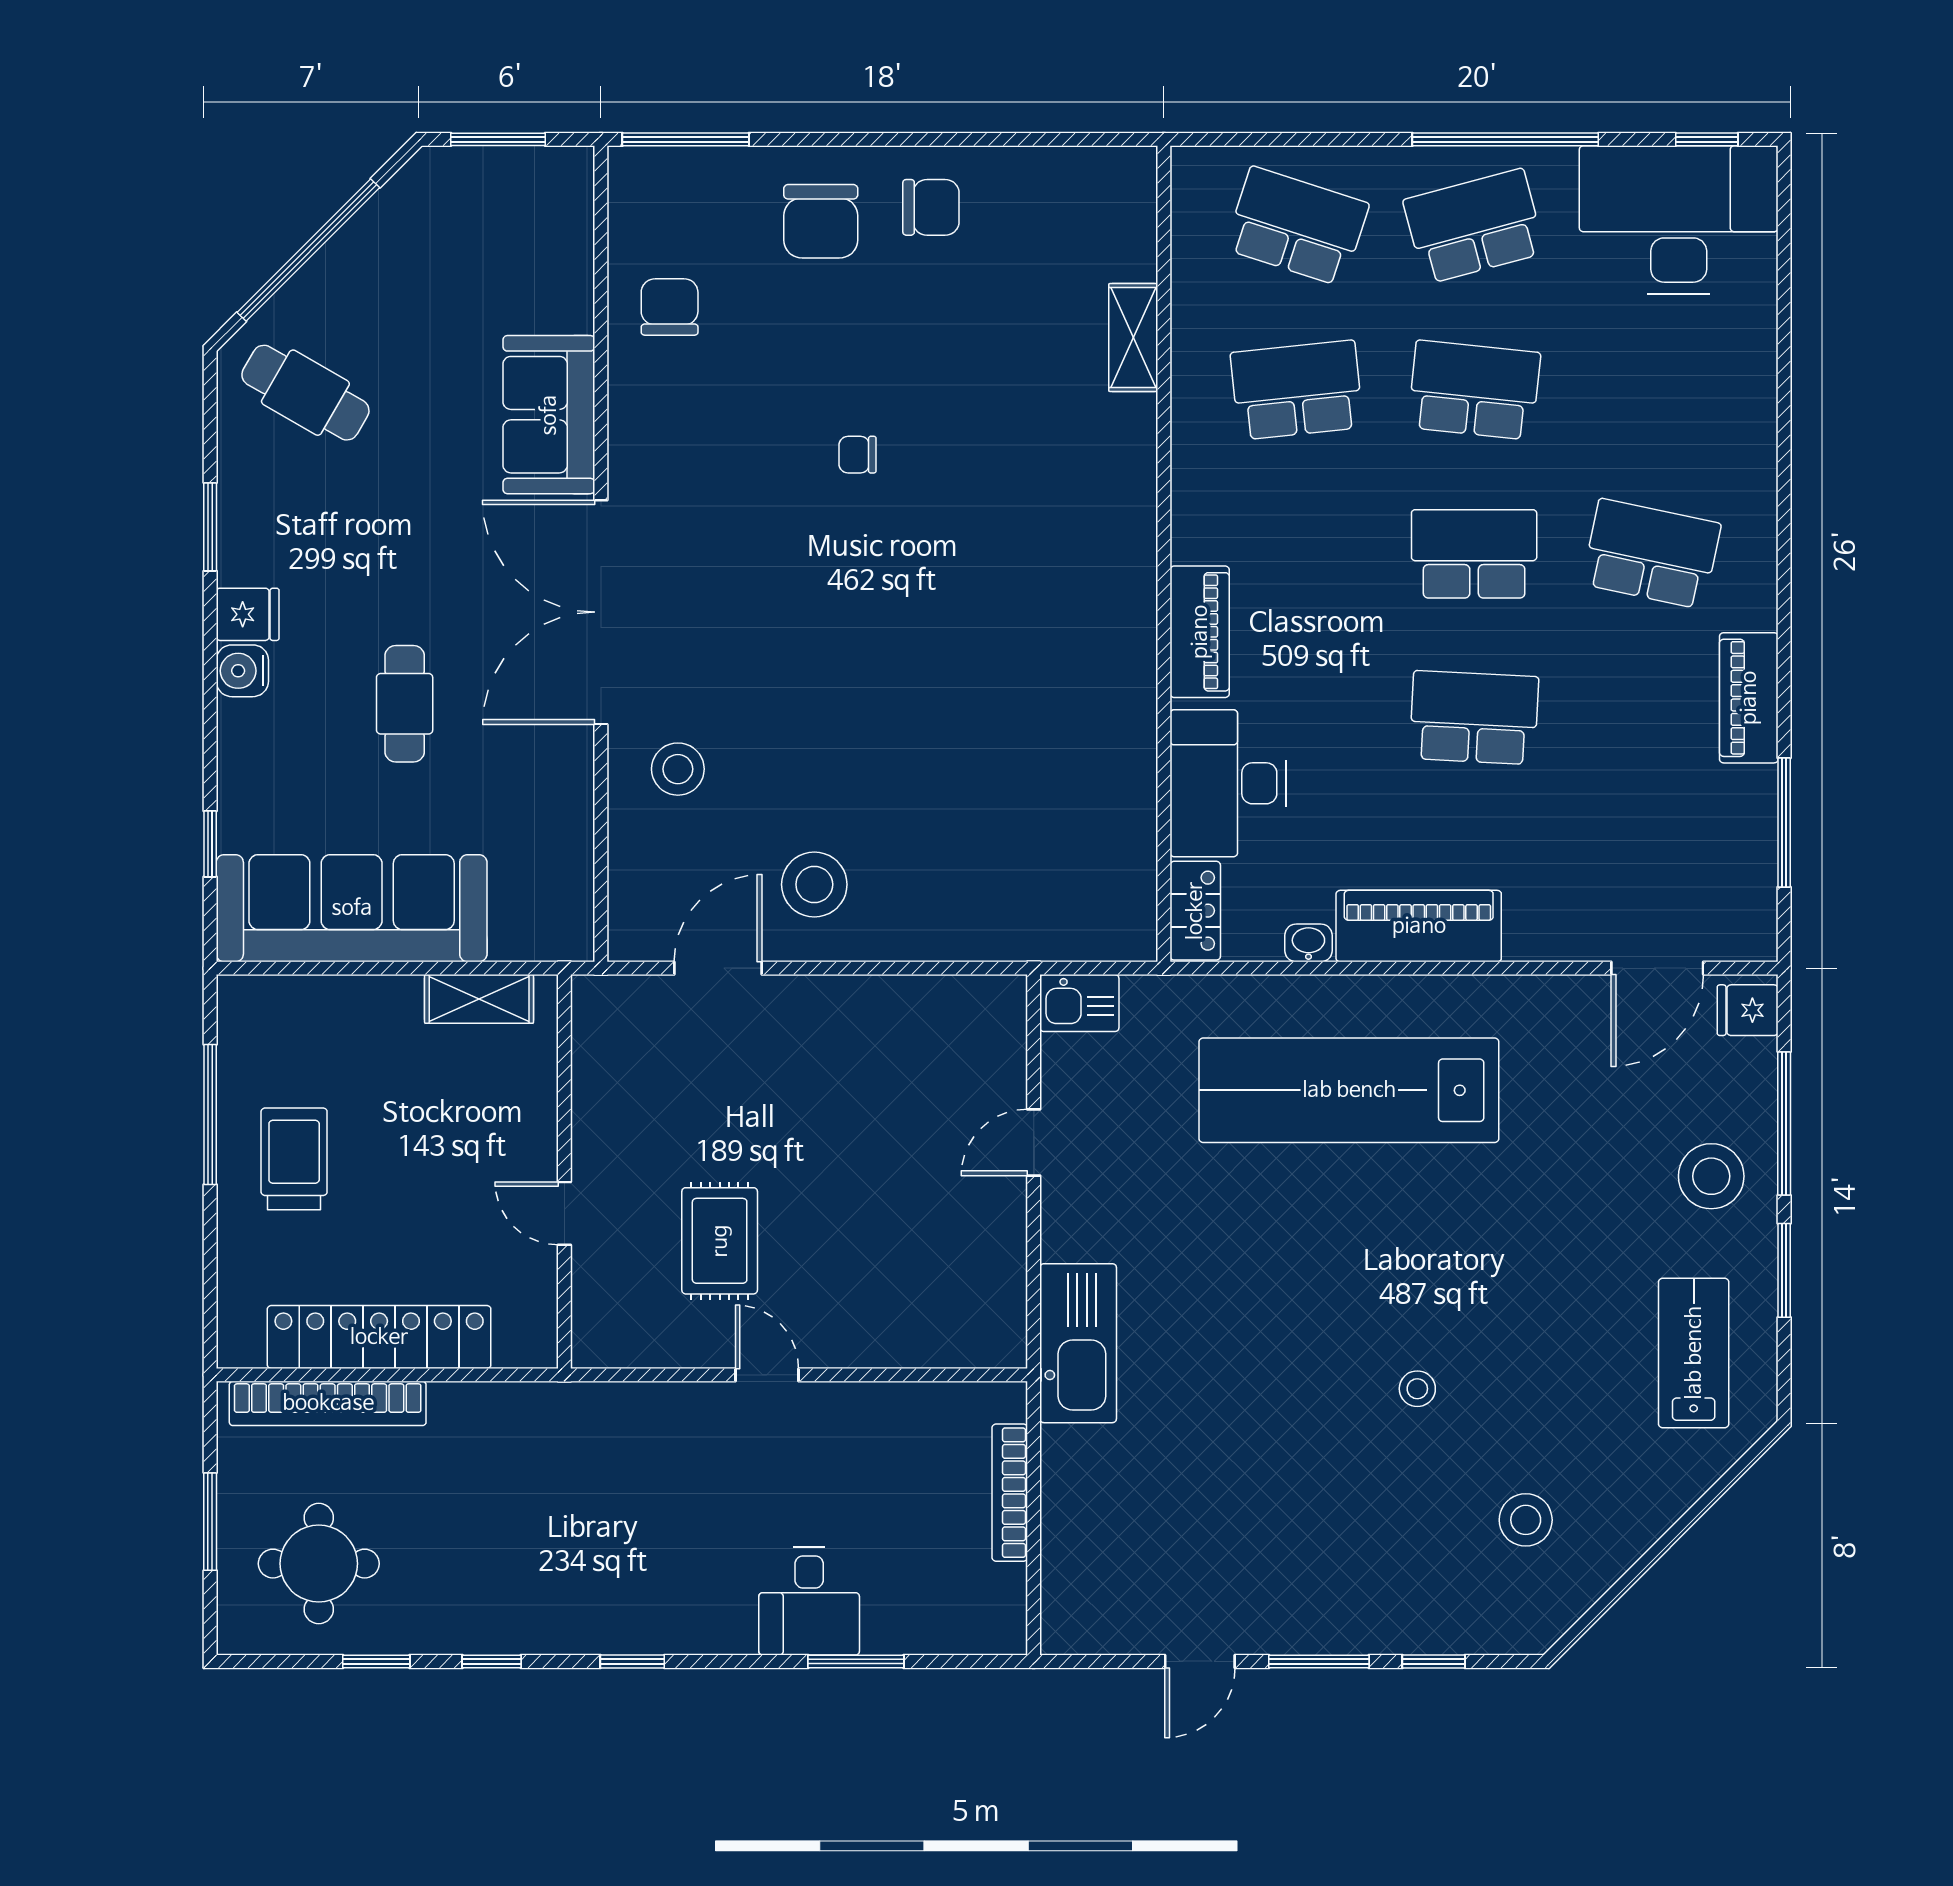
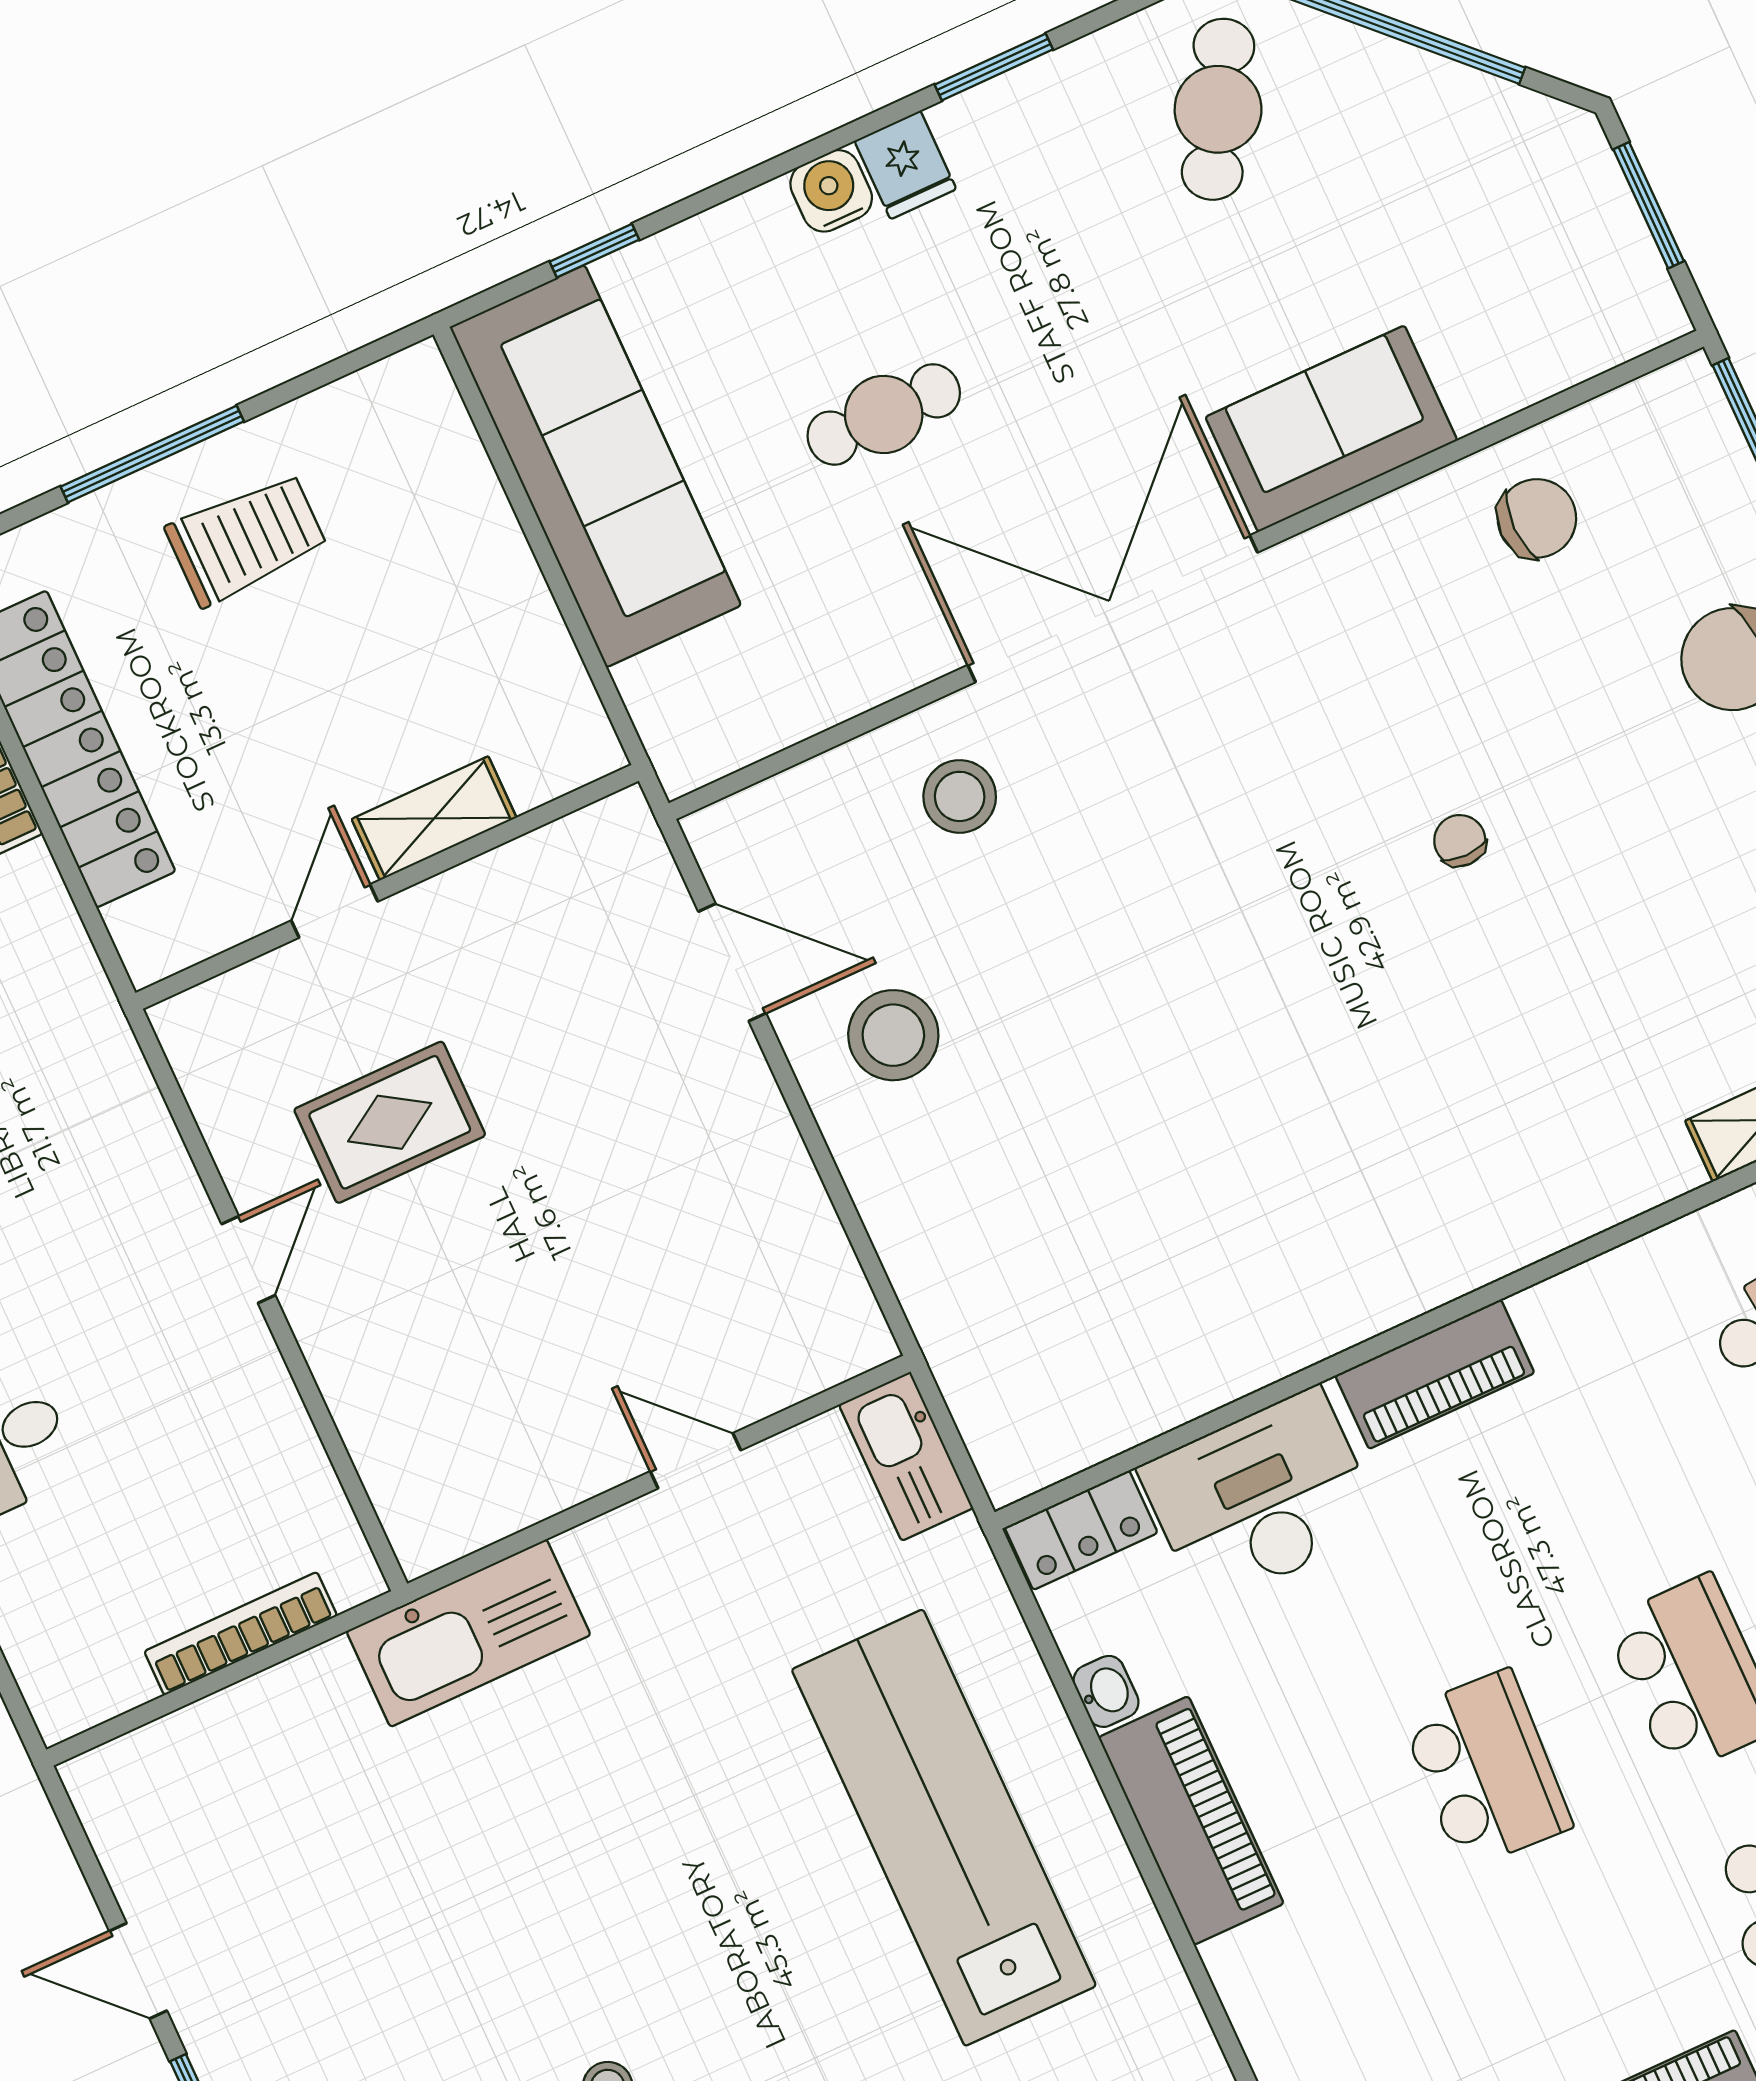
shelving: (479, 999) -> (434, 818), moved, turned 90
kitchen sink: (1079, 1003) -> (906, 1456), width x1.38
window: (210, 1114) -> (152, 454), moved

